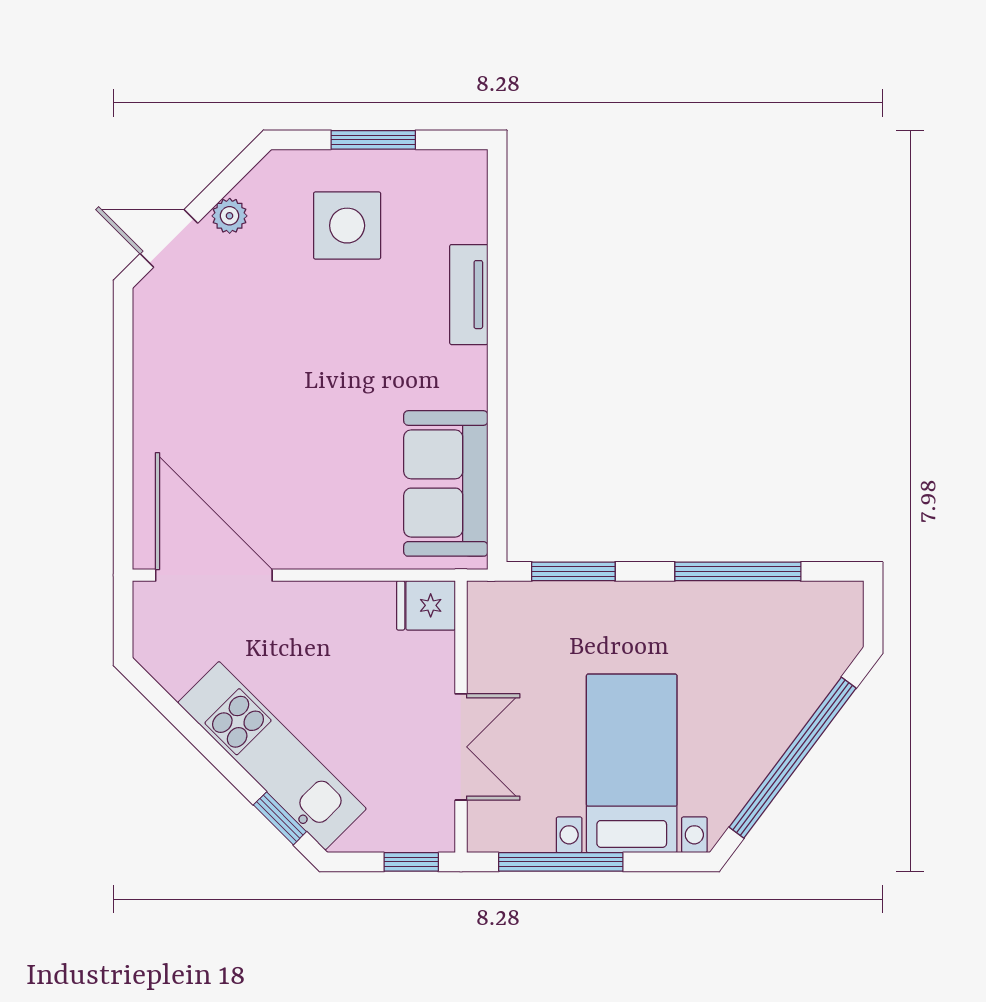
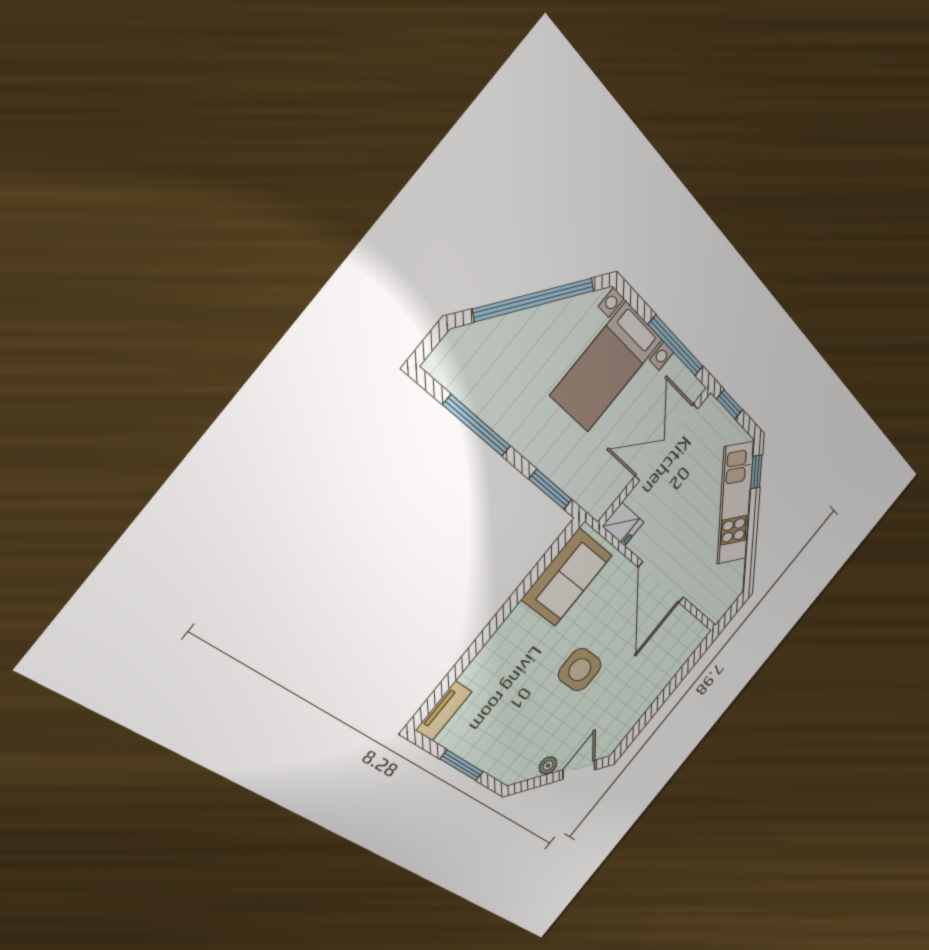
side table: (347, 226) -> (580, 670), moved
door: (169, 238) -> (579, 770), swing flipped
tv unit: (469, 295) -> (444, 711), moved
door: (214, 575) -> (661, 582), moved
double door: (461, 747) -> (666, 442), width x1.37

